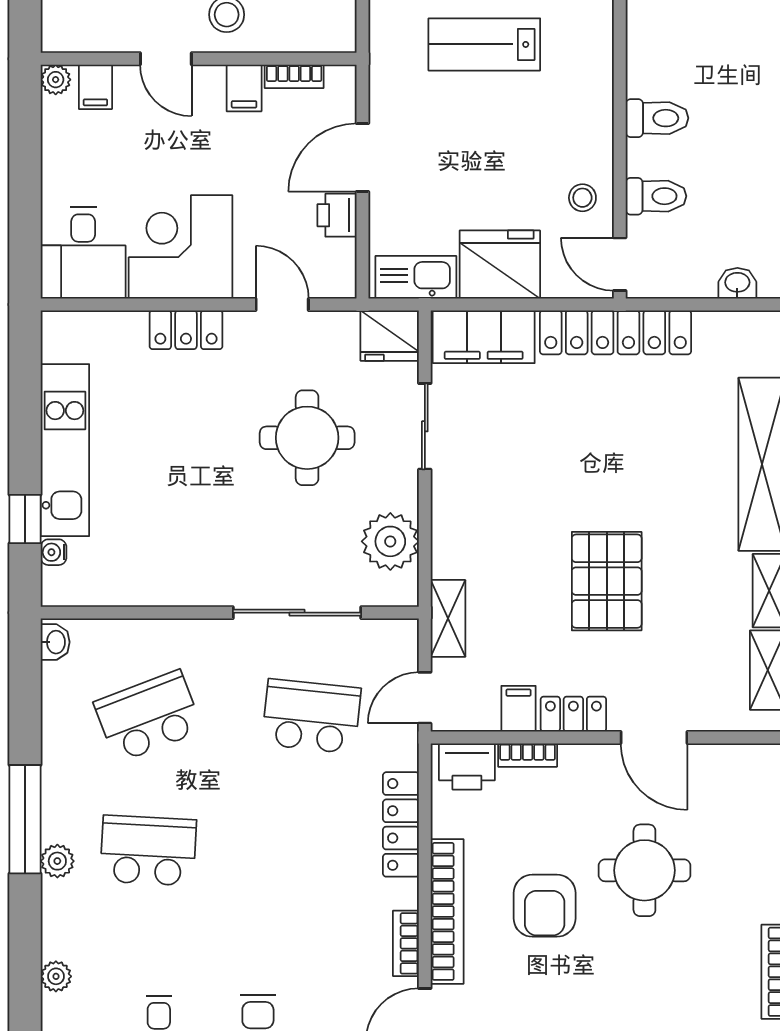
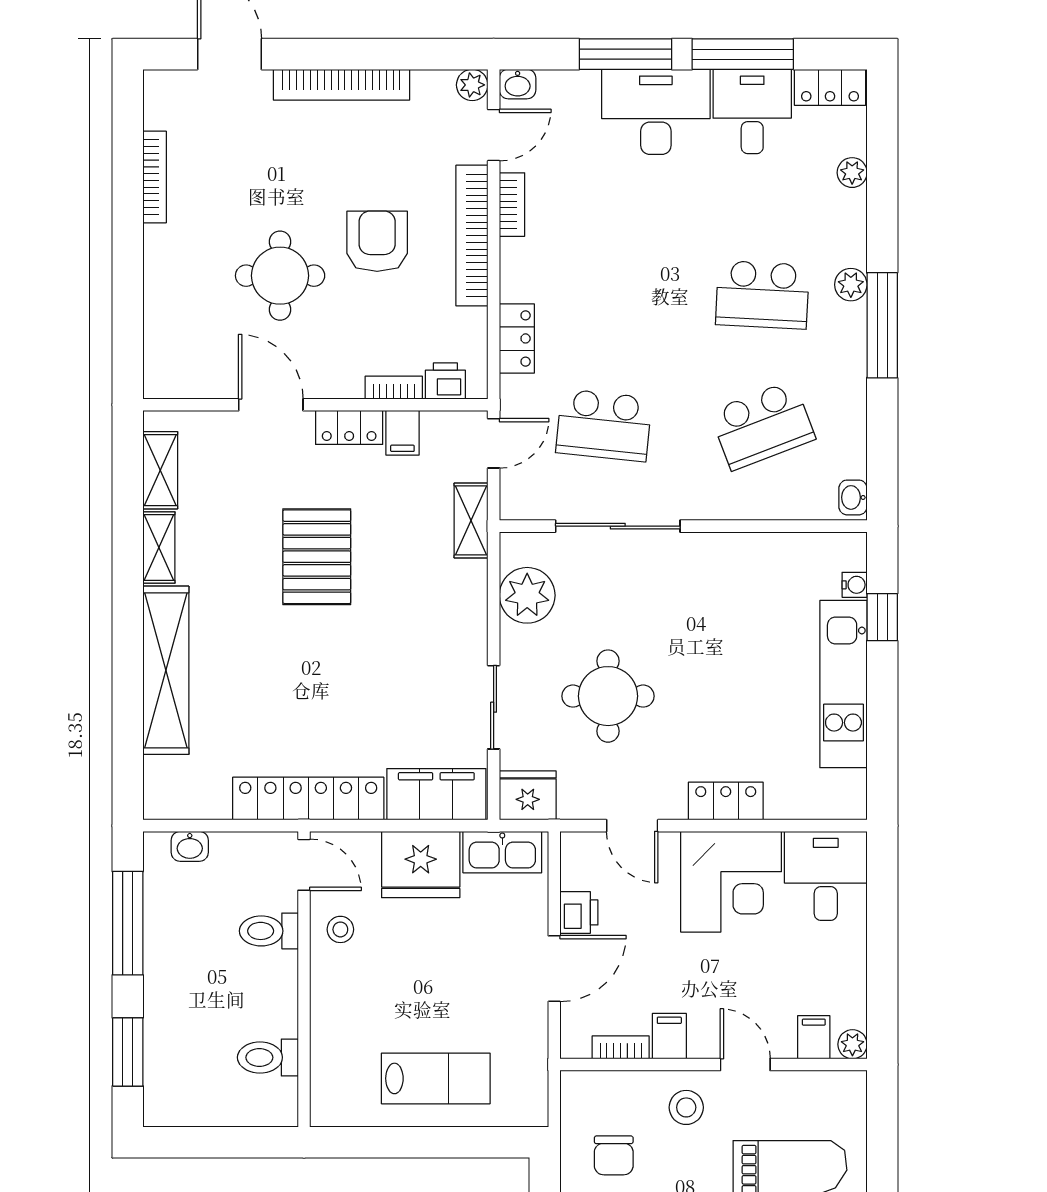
toilet: (657, 118) -> (268, 1057), moved
printer: (467, 766) -> (445, 381), width x0.73, depth x0.81
locker: (401, 824) -> (517, 338), width x0.66

